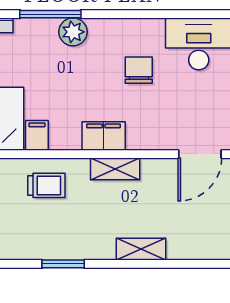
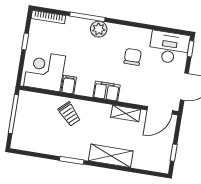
shelving: (115, 169) -> (126, 113), moved
trolley: (46, 185) -> (69, 114), turned 47
shelving: (141, 249) -> (111, 156), width x1.50, depth x1.33

